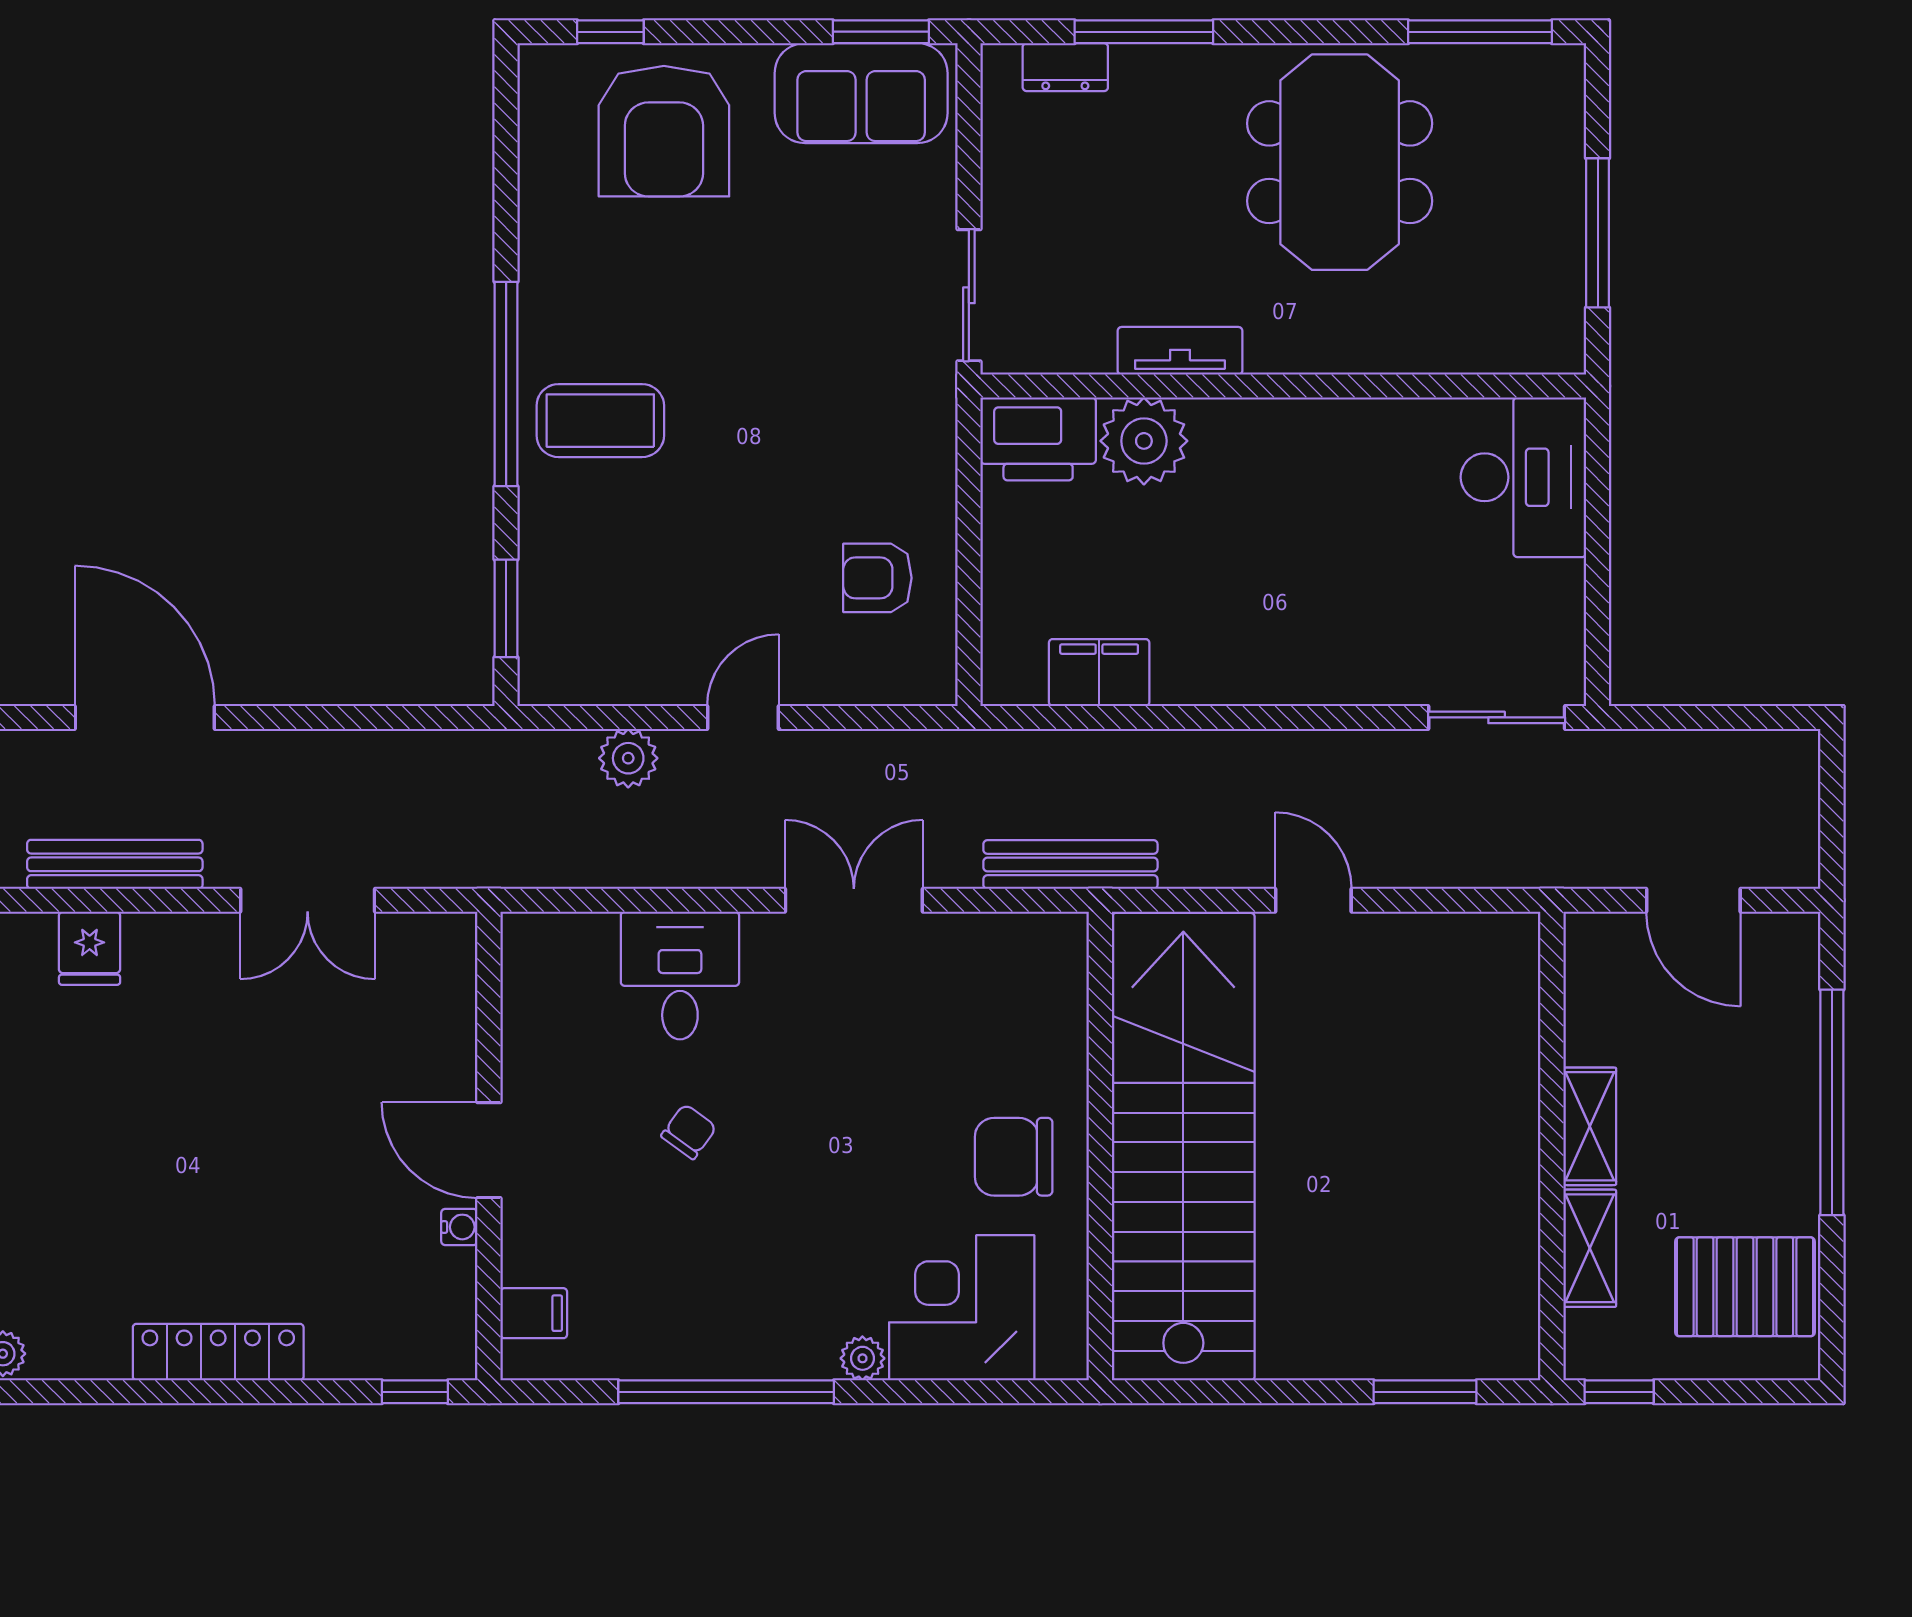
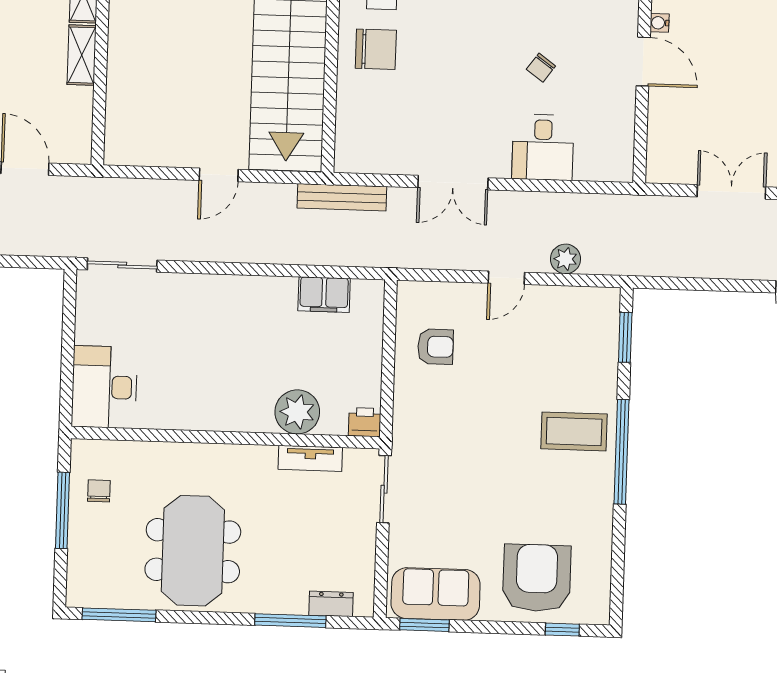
chair: (1528, 273) -> (99, 491), added
tv unit: (1180, 351) -> (310, 458), moved
printer: (1038, 439) -> (365, 422), width x0.53, depth x0.68
door: (1313, 900) -> (219, 175), hinge flipped

